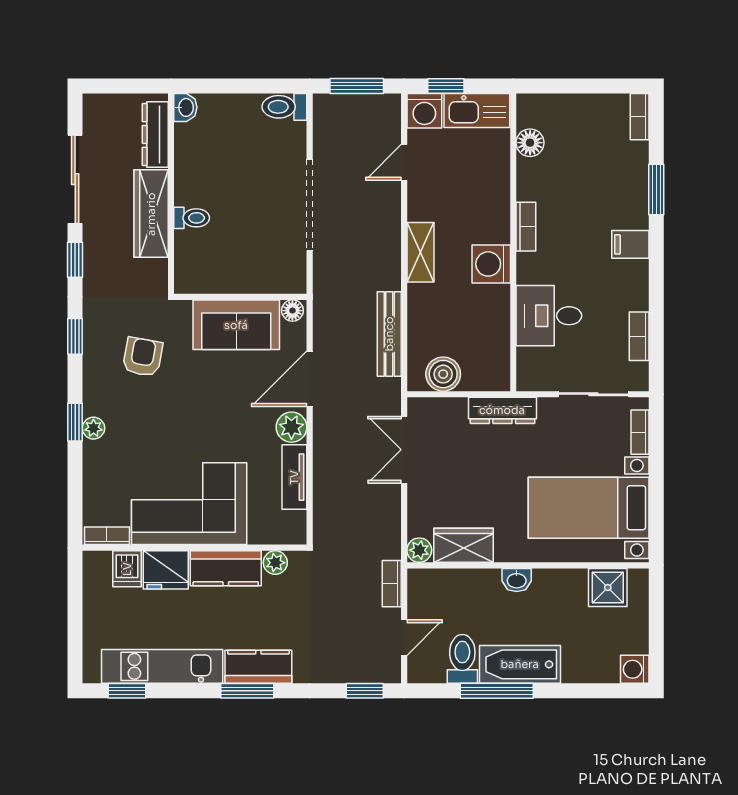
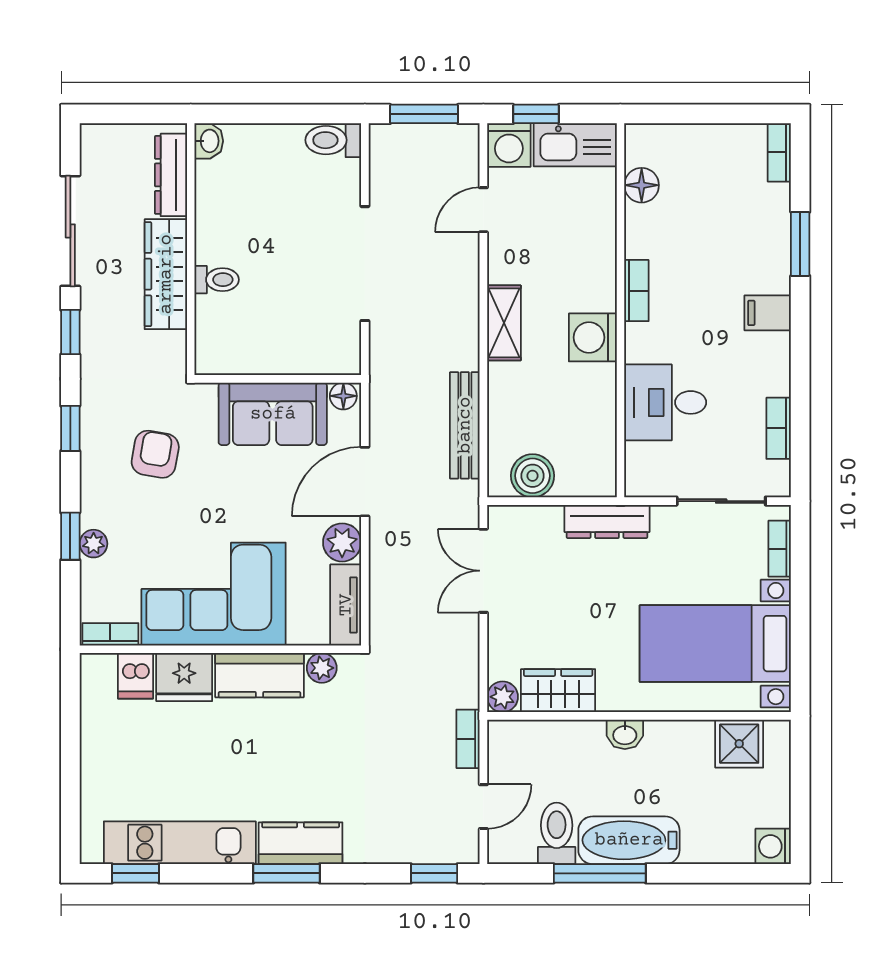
corner sofa: (189, 504) -> (214, 594), moved
bookcase: (107, 536) -> (110, 634), moved
wall: (195, 548) -> (220, 649), moved
plant: (275, 563) -> (322, 668), moved
kitchen counter: (226, 568) -> (259, 675), moved
dishwasher: (127, 569) -> (136, 676), moved
fridge: (166, 570) -> (184, 677), moved

